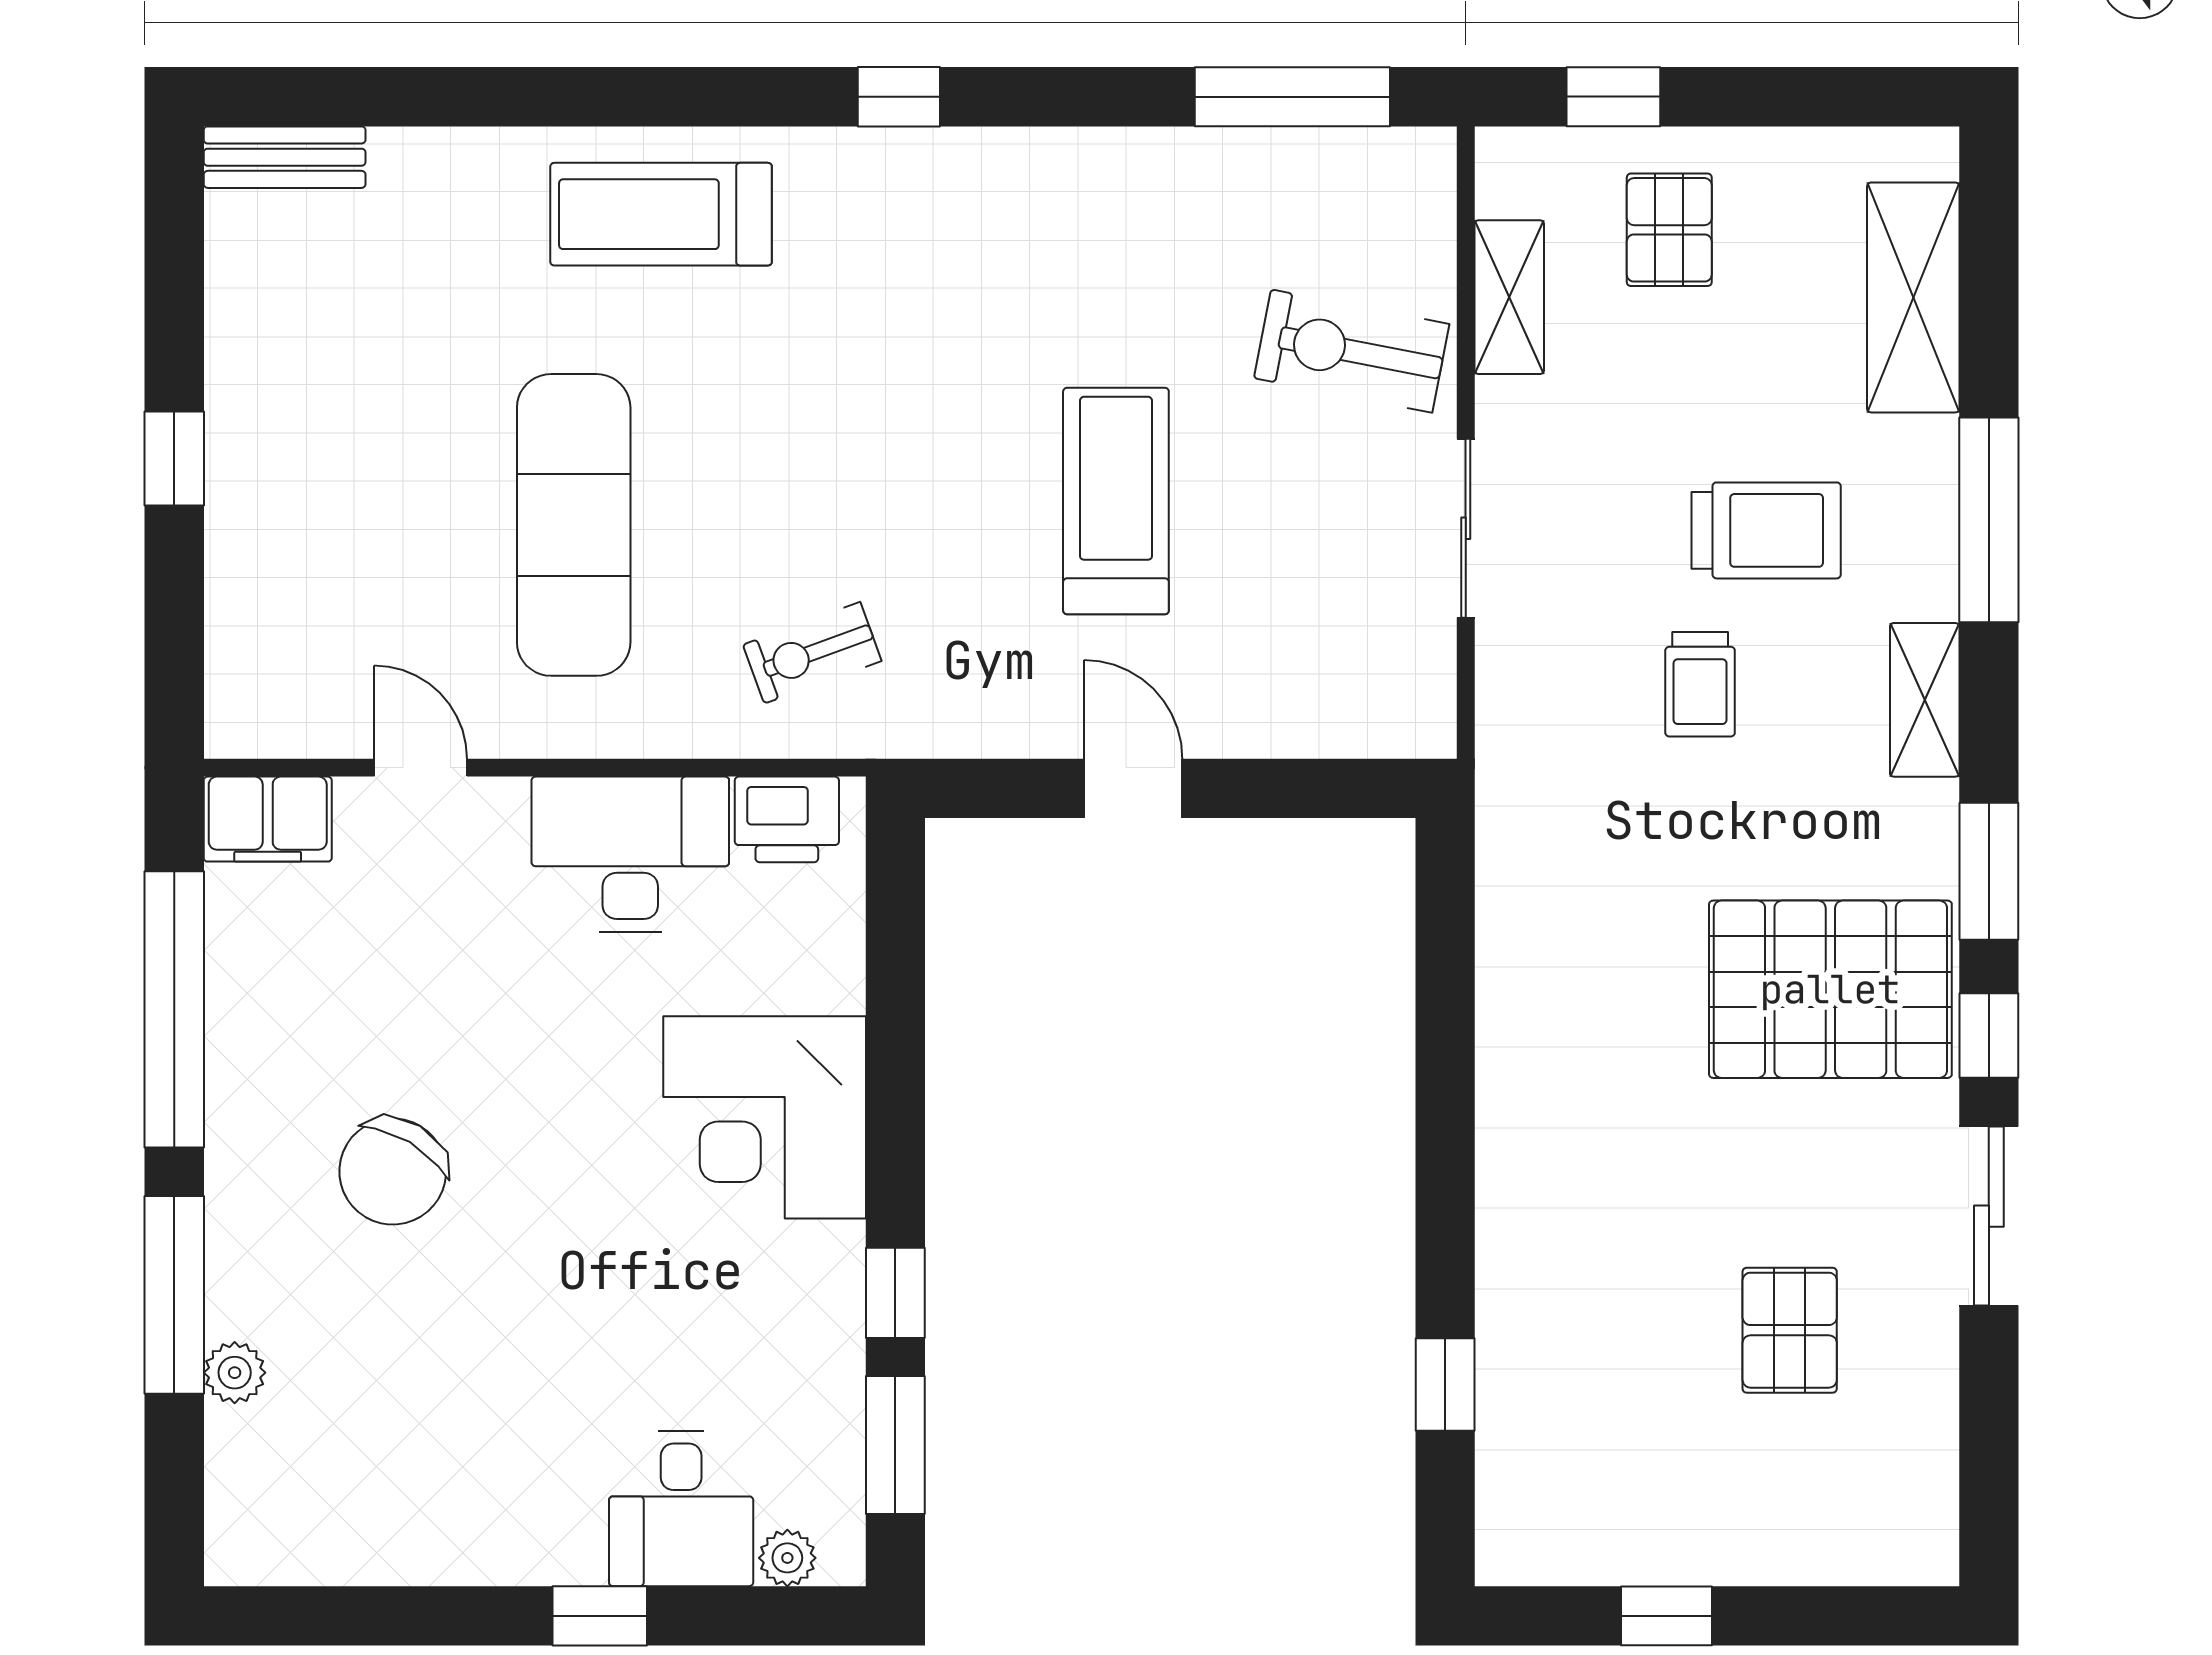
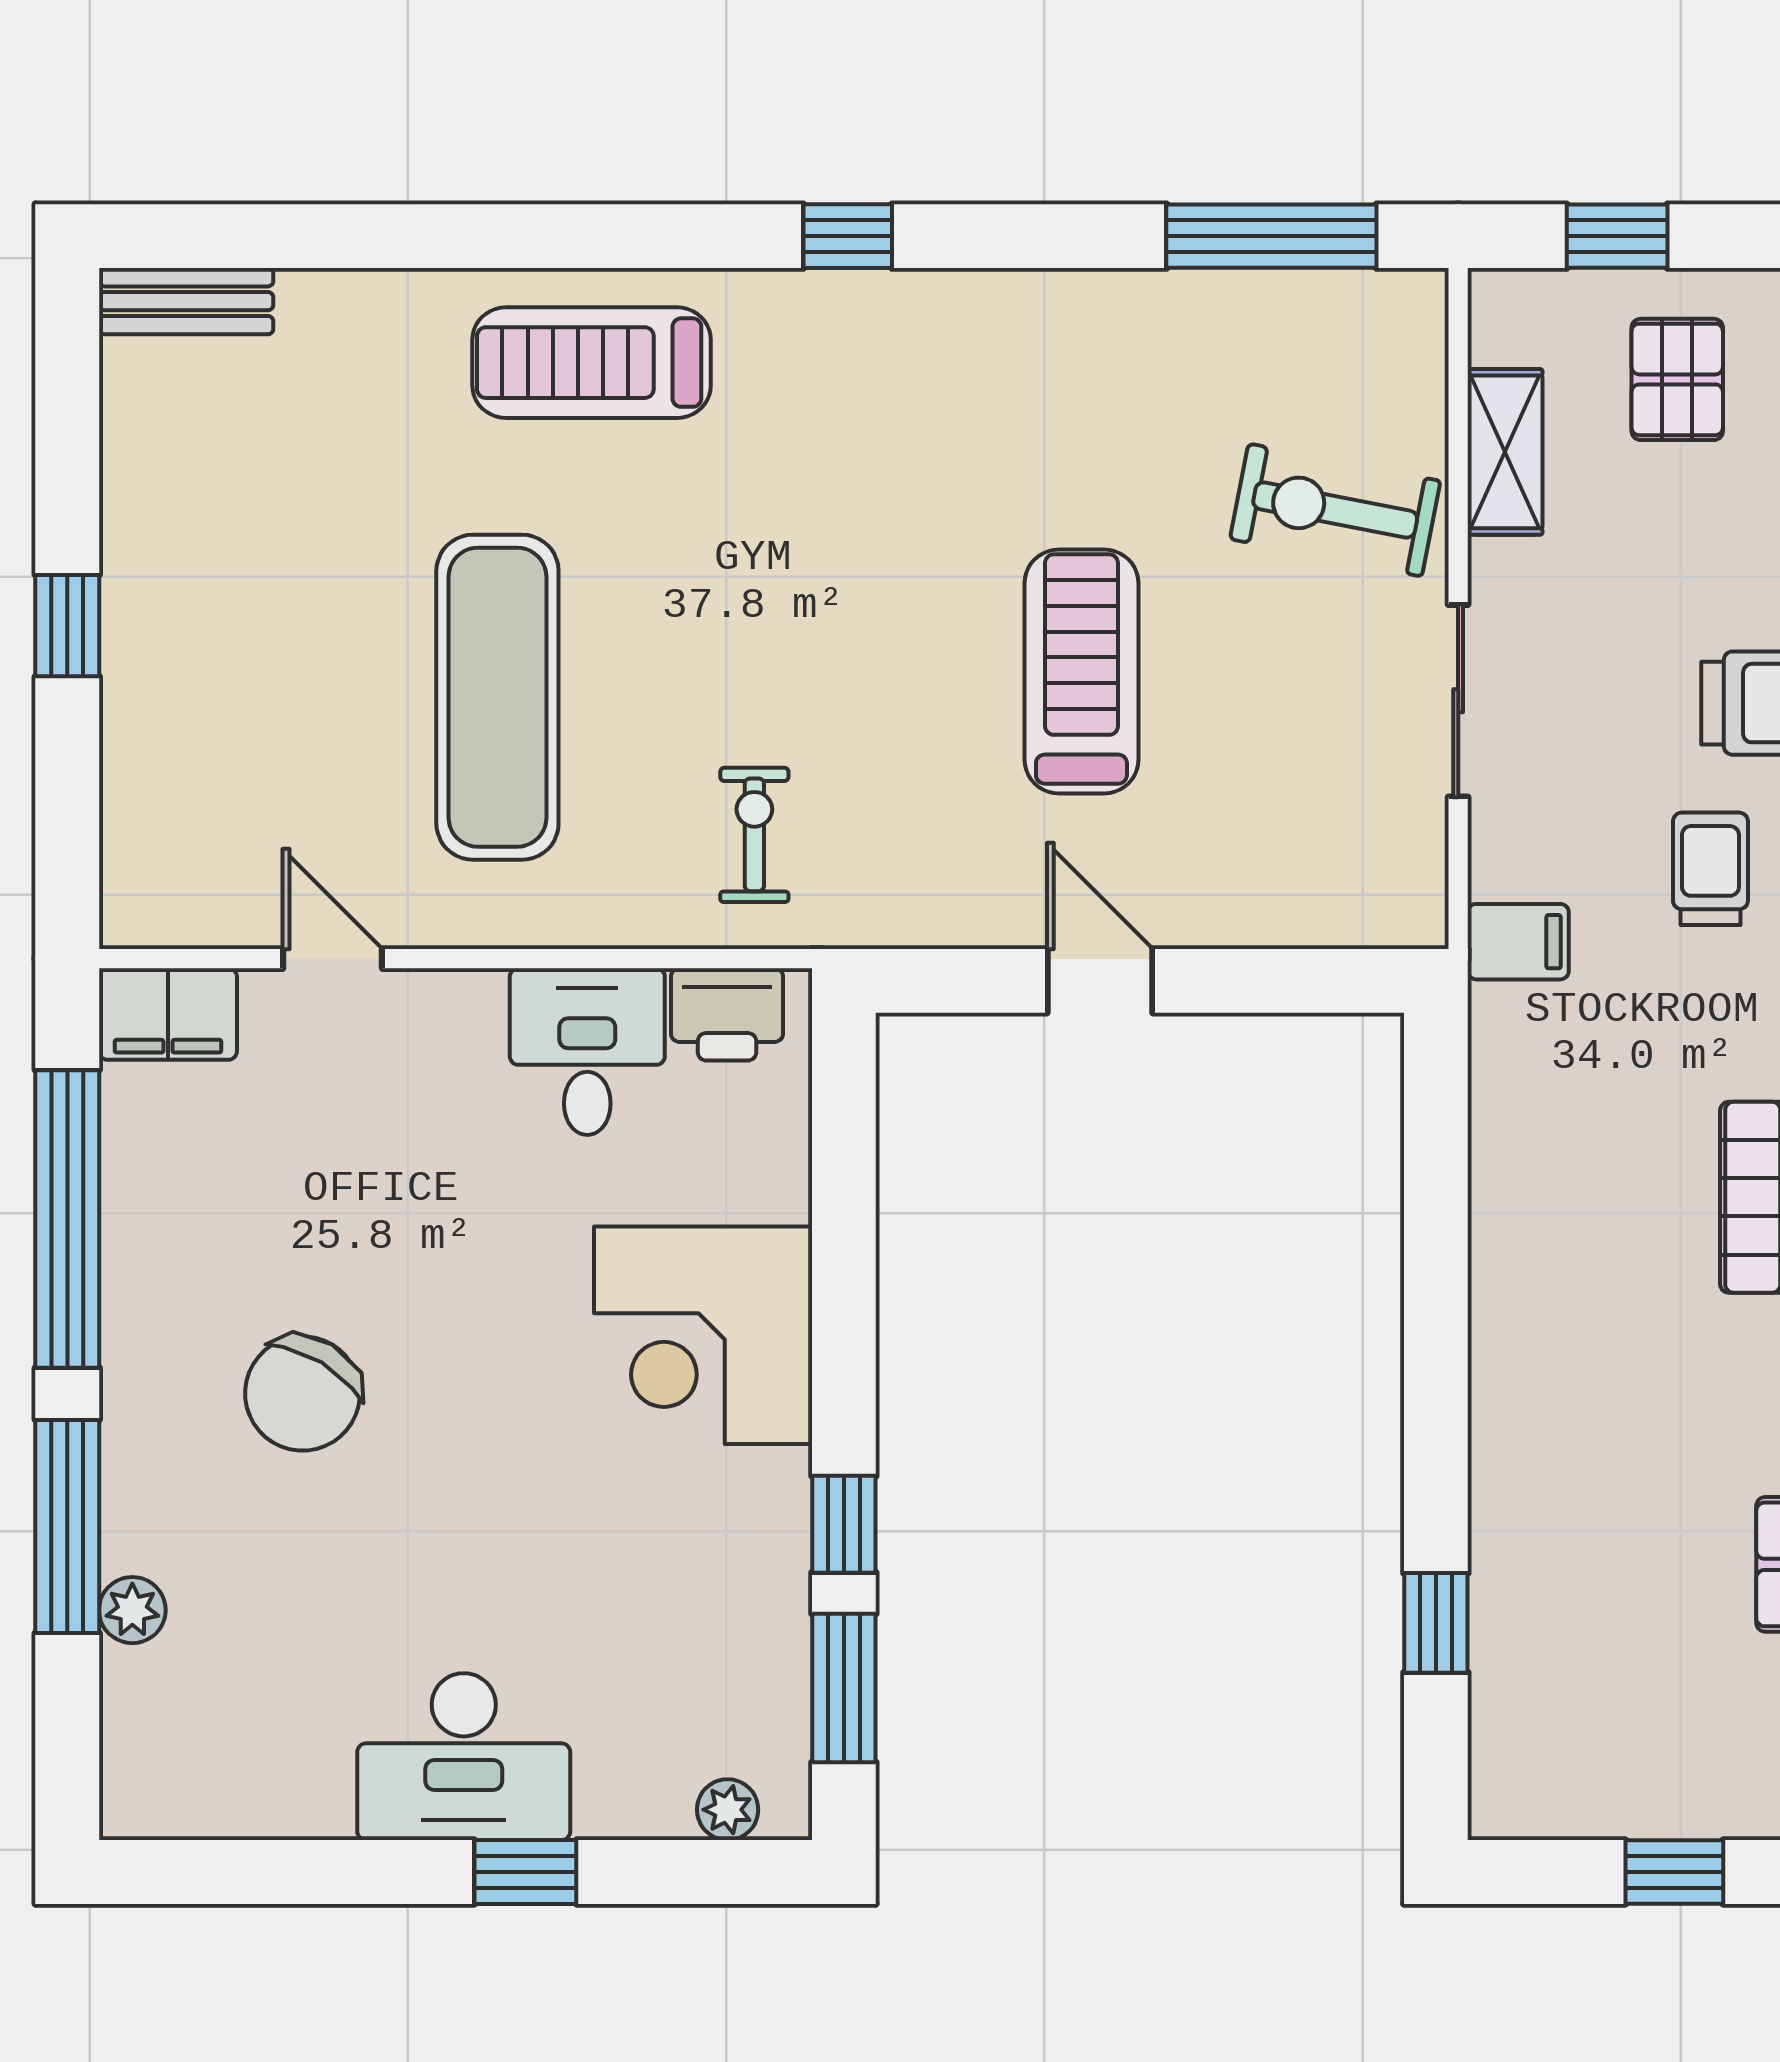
exercise bike: (812, 653) -> (754, 835), turned 110
trolley: (1700, 684) -> (1710, 869), turned 180
filing cabinet: (1522, 752) -> (1518, 942), added
desk: (630, 854) -> (587, 1052), width x0.73
desk: (681, 1509) -> (464, 1757), moved, width x1.37

